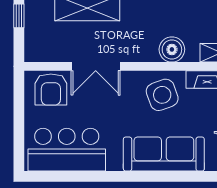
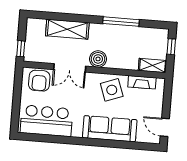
window: (19, 16) -> (21, 49), moved
boiler: (172, 49) -> (98, 59), moved

